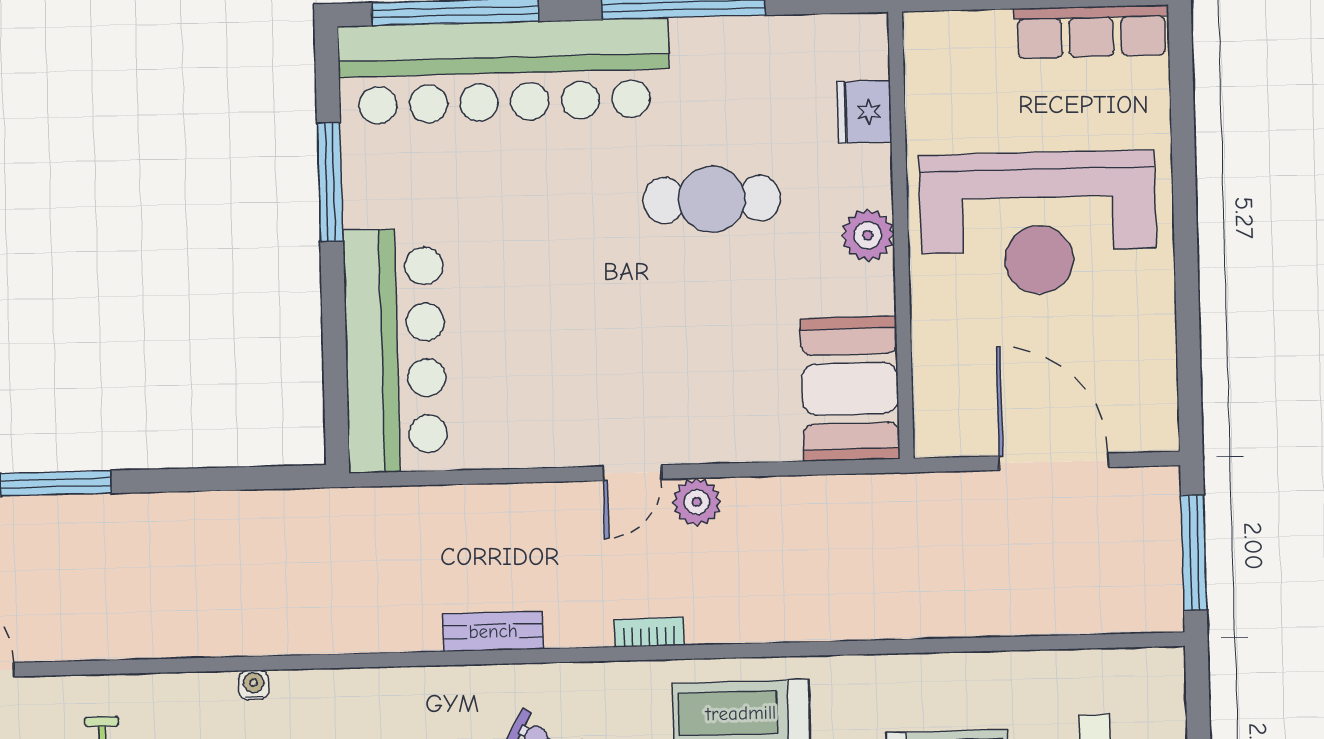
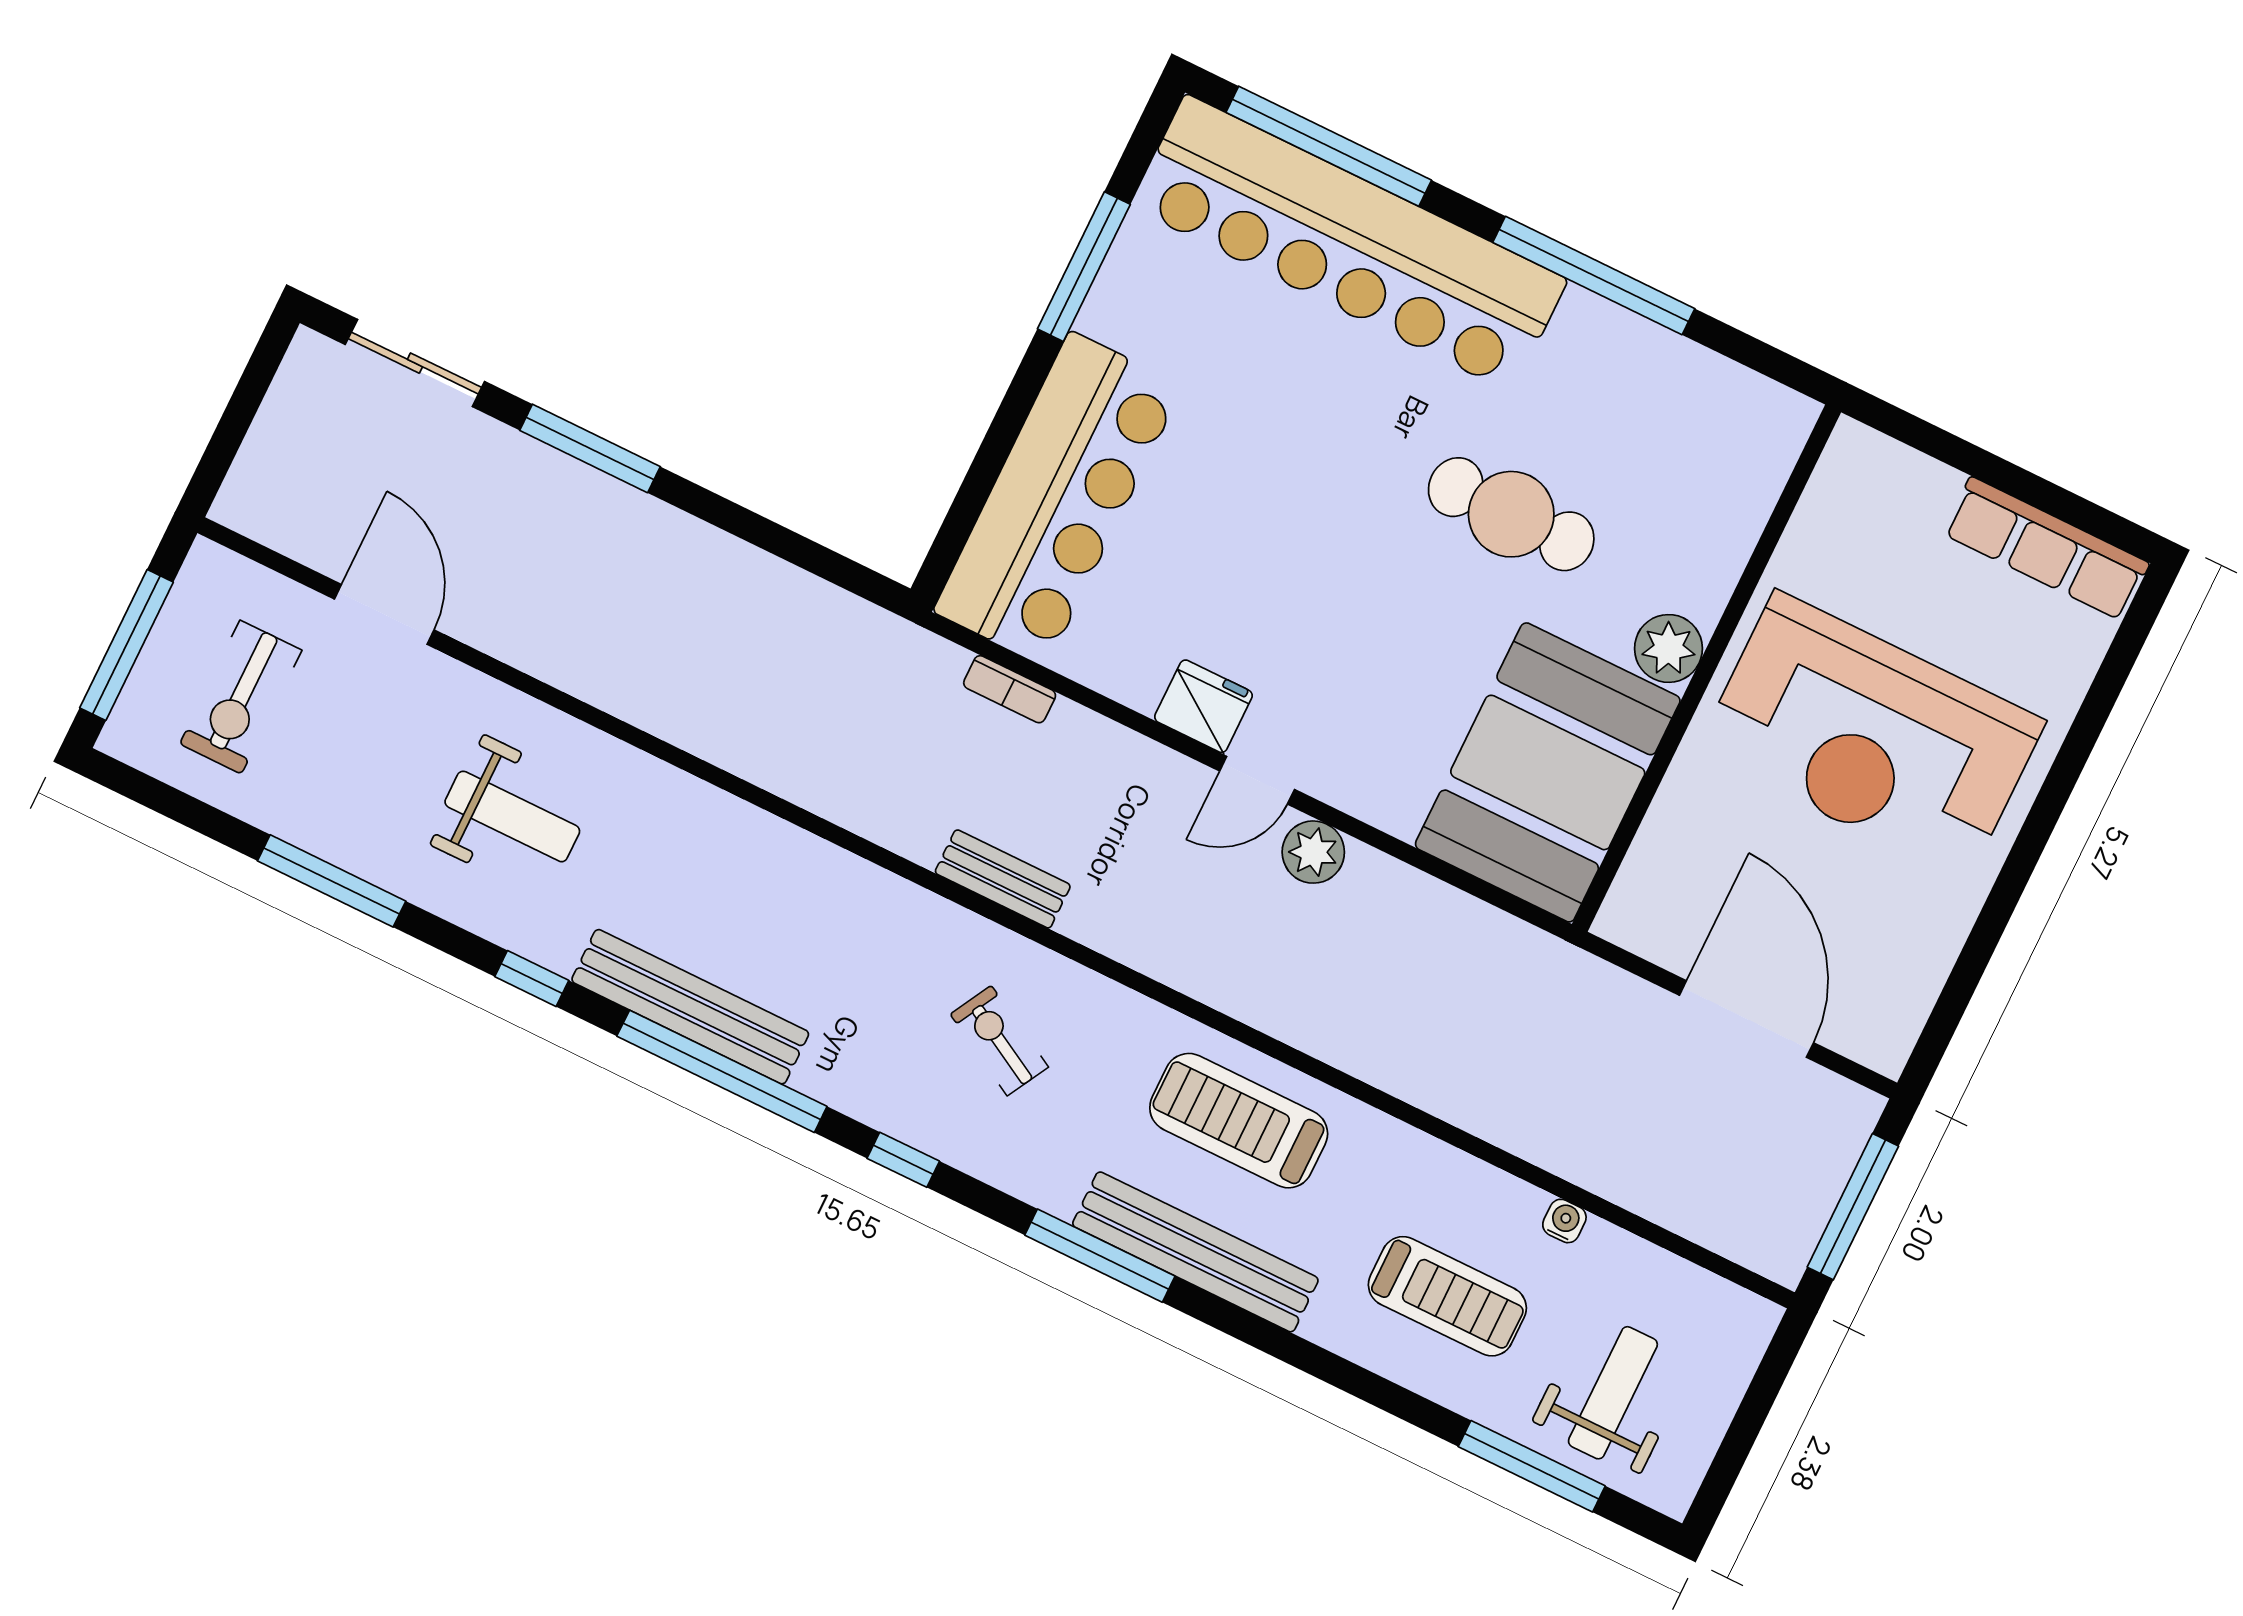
fridge: (864, 112) -> (1203, 706), moved, turned 90
booth: (850, 389) -> (1548, 772), width x1.36, depth x1.42
bookcase: (649, 632) -> (1010, 689), moved, turned 180
water cooler: (254, 685) -> (1564, 1221), moved

